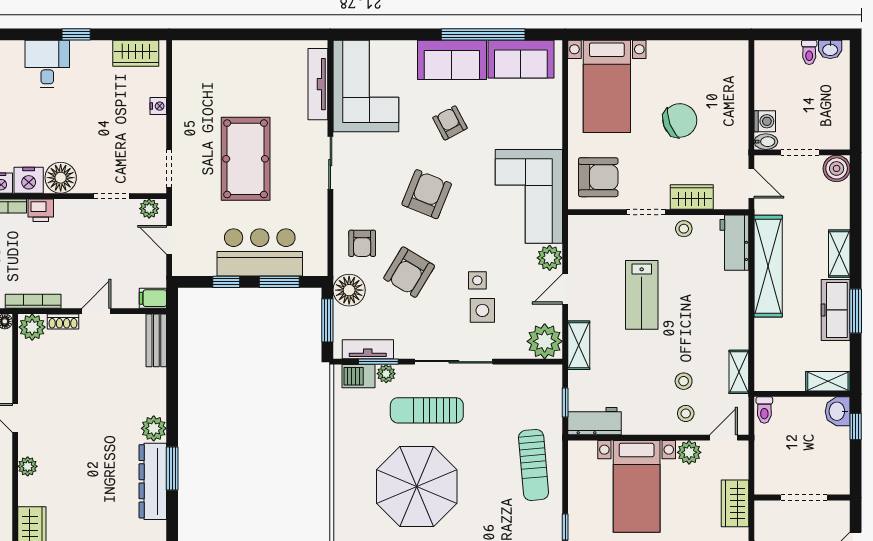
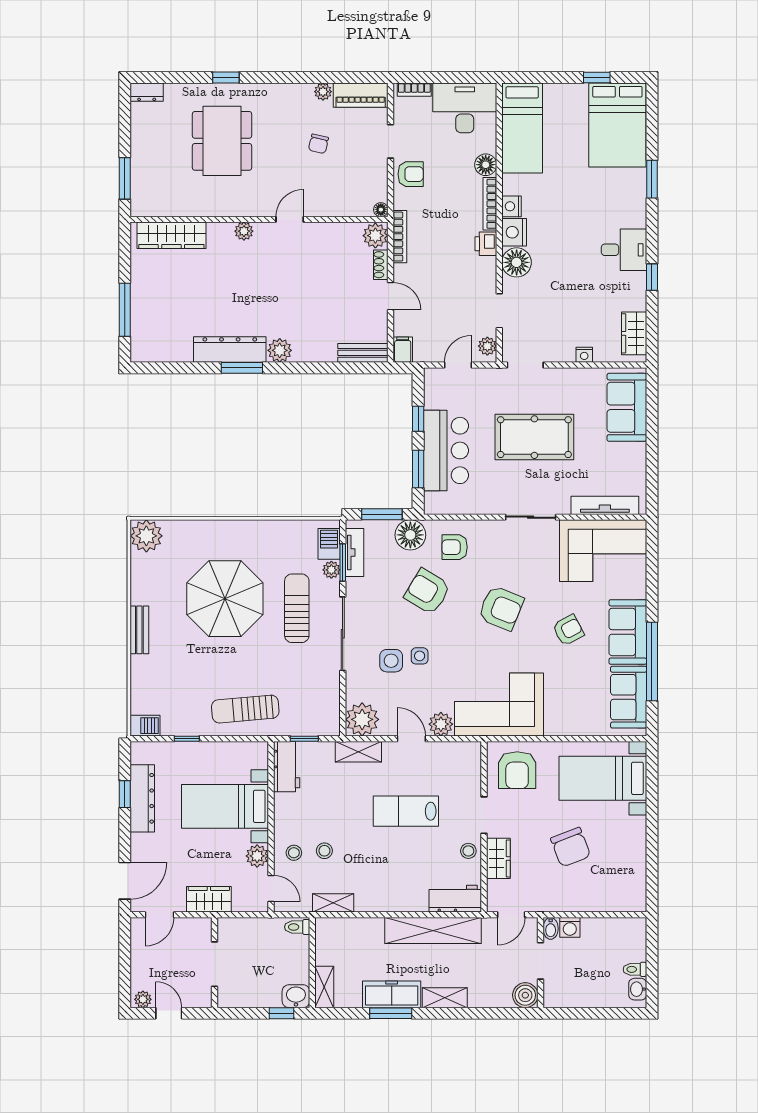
sofa: (214, 61) -> (627, 407), added

